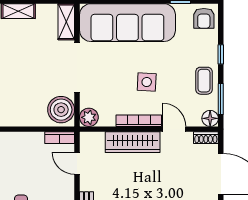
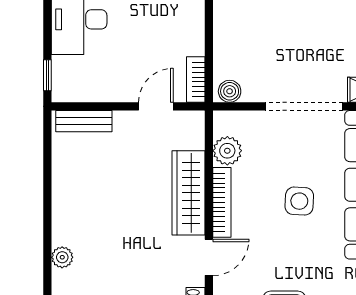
side table: (147, 82) -> (299, 201), moved
boiler: (61, 110) -> (230, 91), width x0.54, depth x0.54
plant: (89, 117) -> (227, 151), moved

